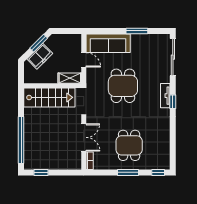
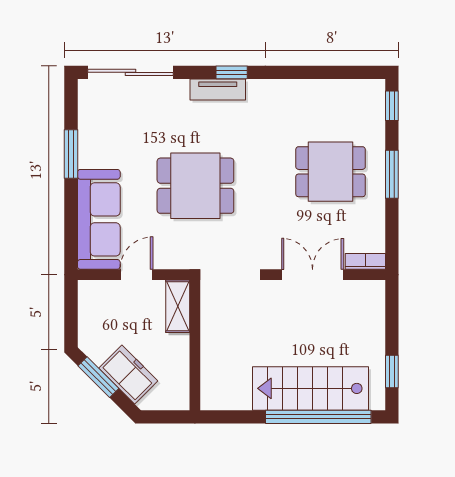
stairs: (49, 97) -> (311, 388), moved, turned -90

